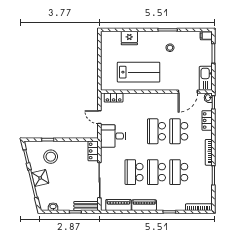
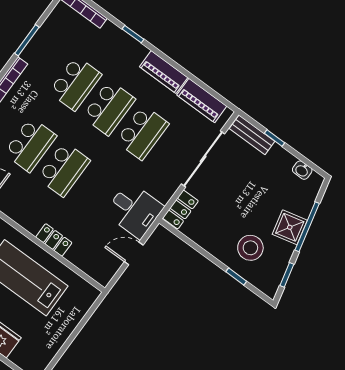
locker: (114, 98) -> (54, 240), moved
door: (99, 117) -> (134, 253), swing flipped

